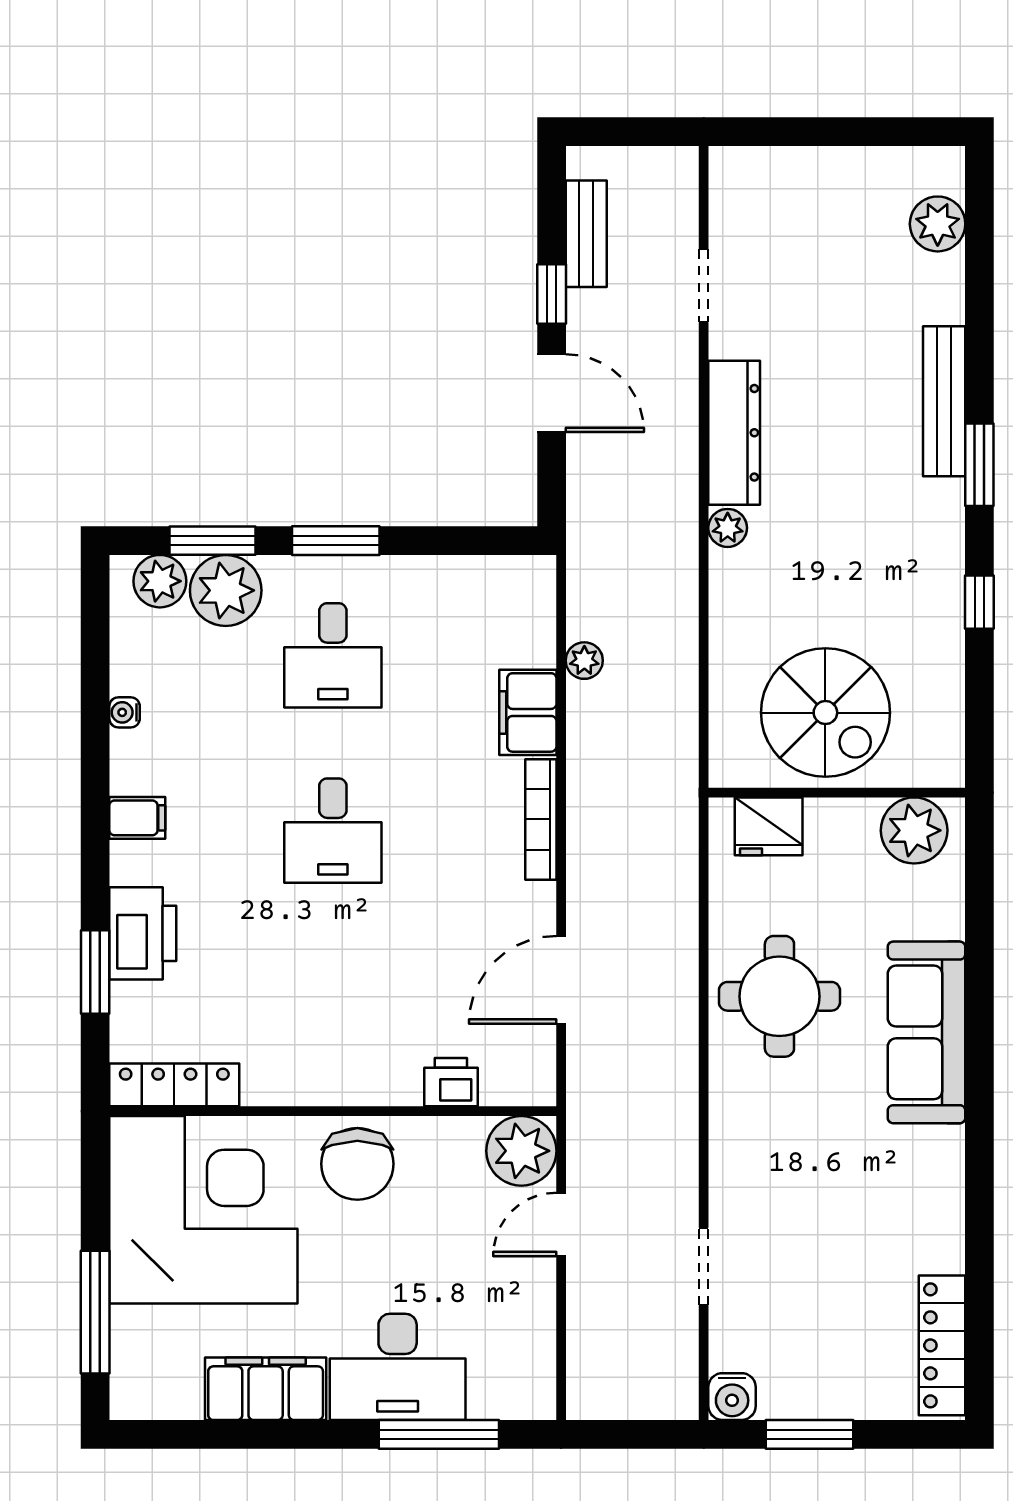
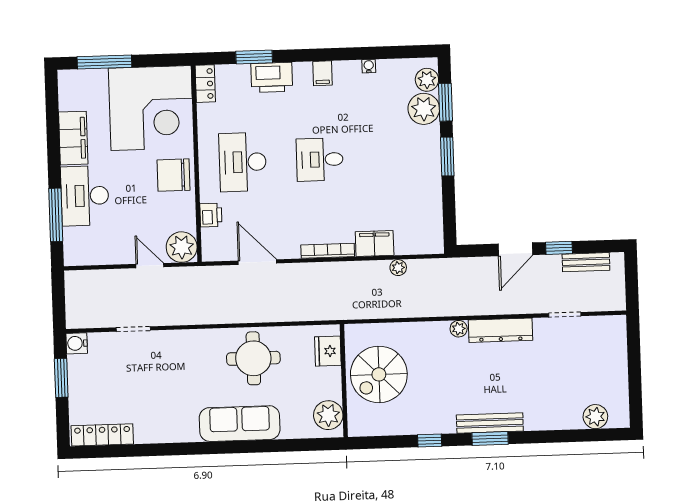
bench: (944, 401) -> (490, 423), moved
desk: (333, 655) -> (243, 162), moved, width x1.37
locker: (174, 1085) -> (205, 84), width x0.66

